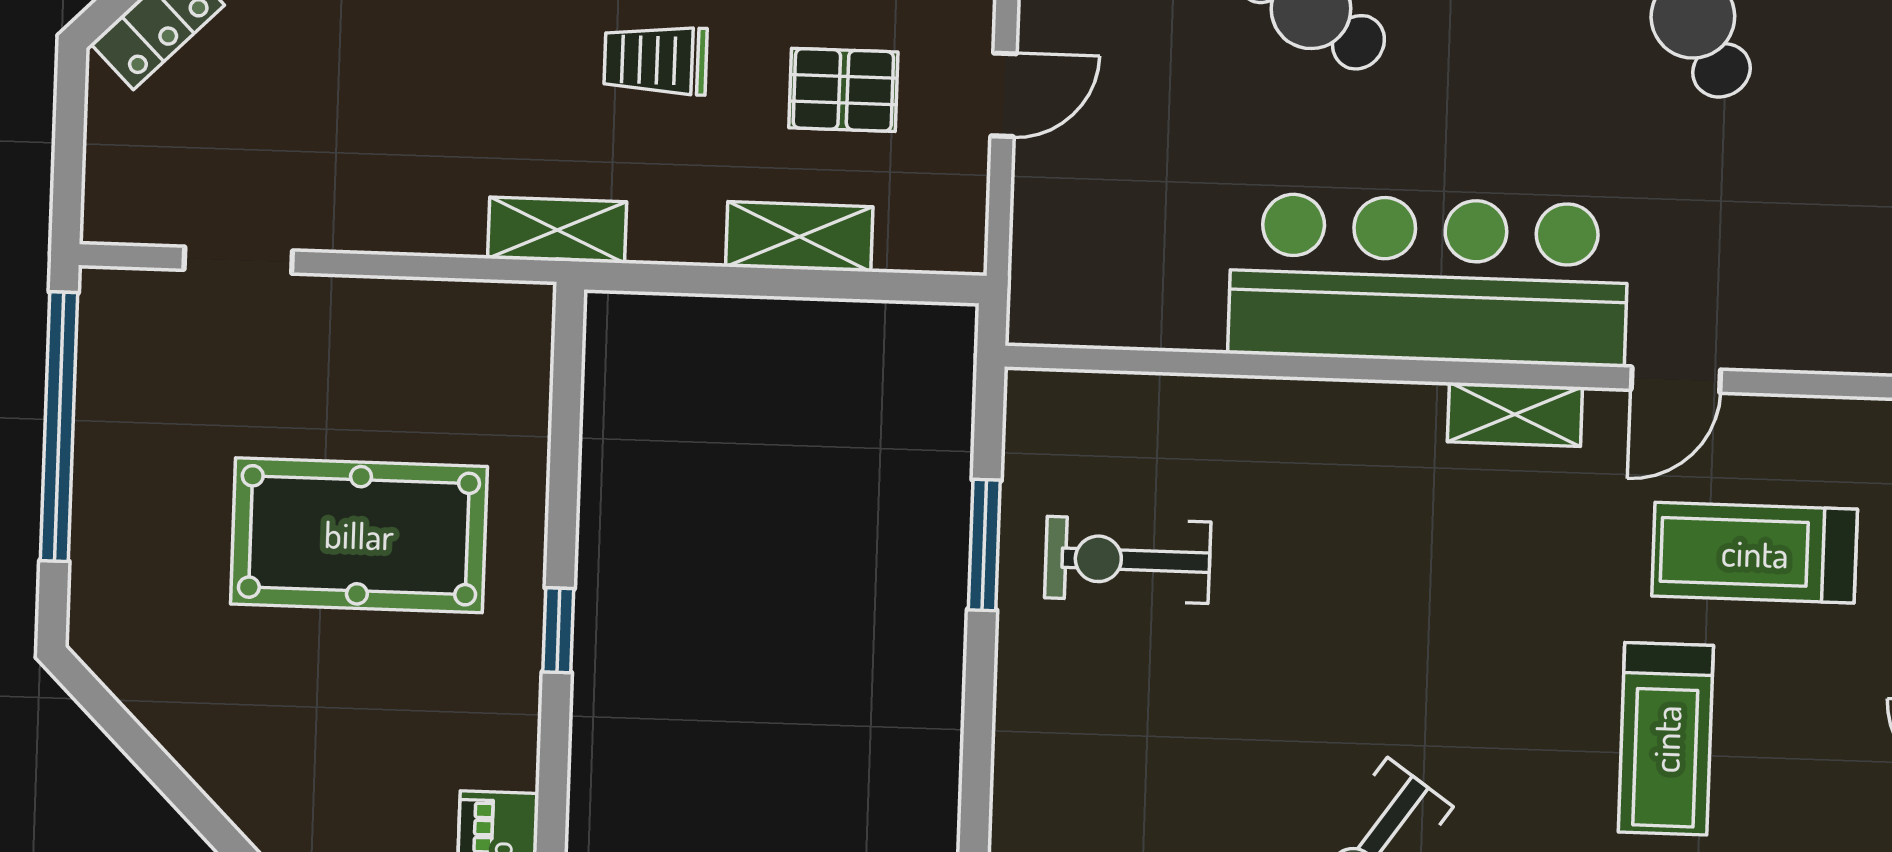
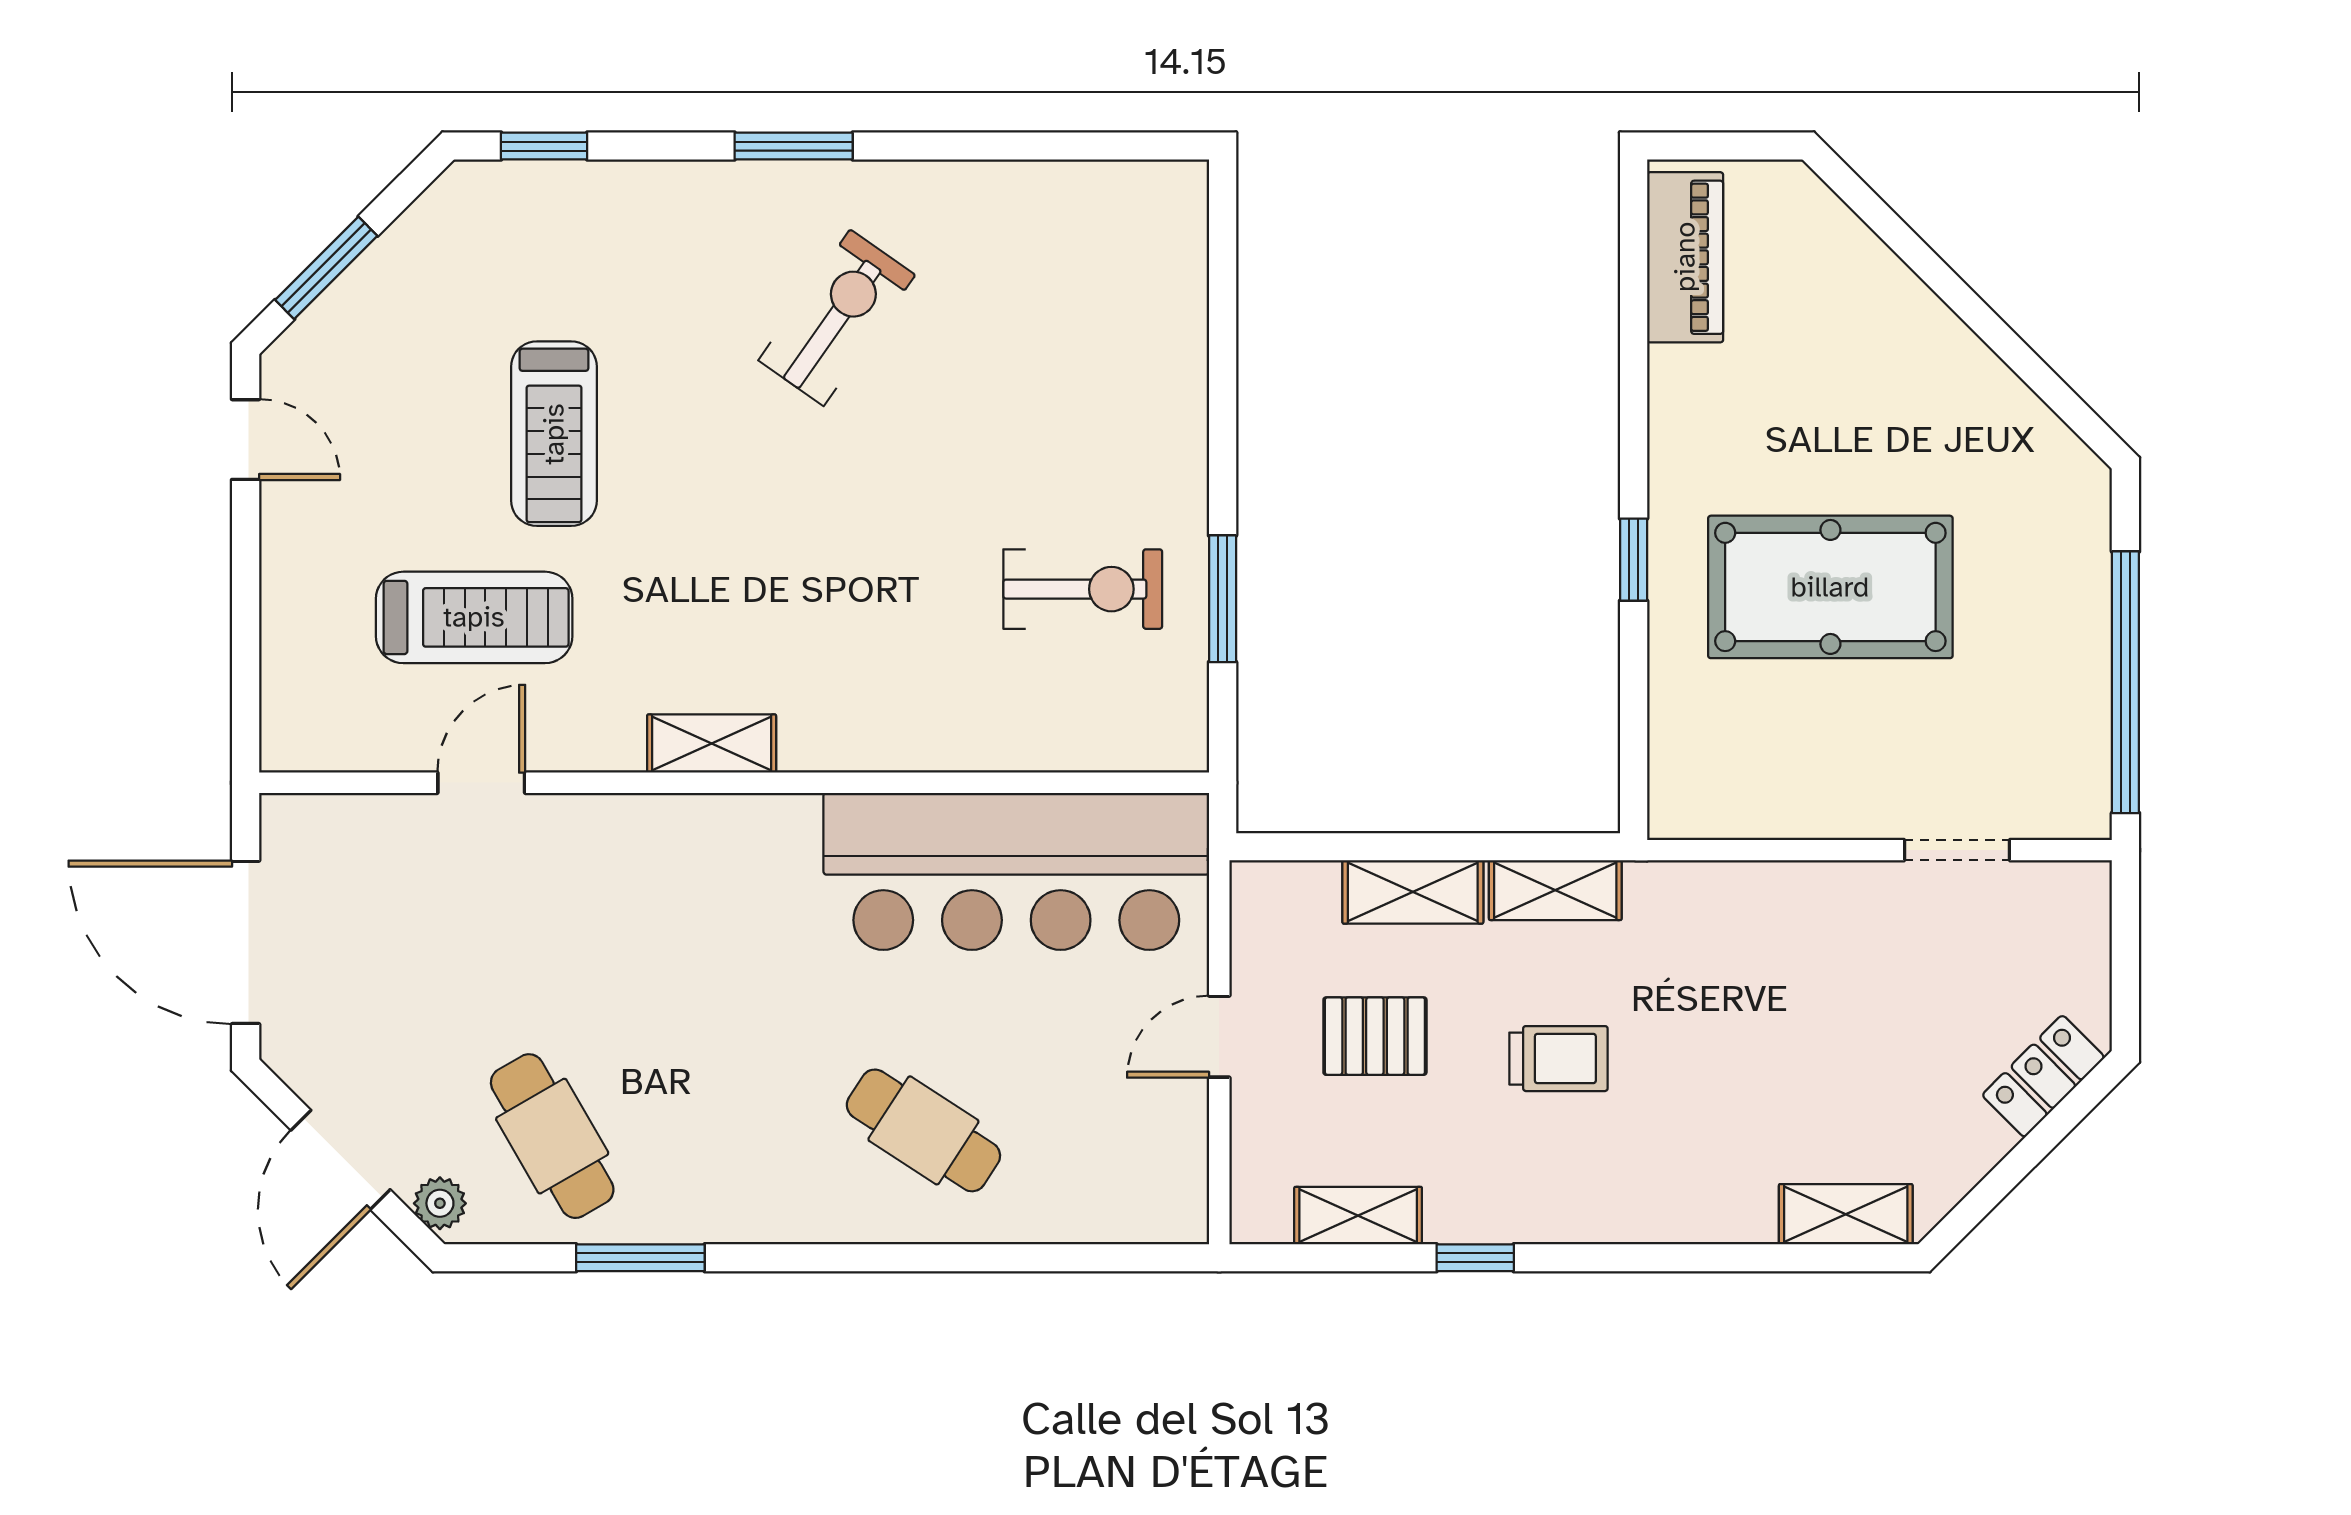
shelving: (557, 230) -> (1555, 890), moved
bar counter: (1429, 280) -> (1016, 871), moved
door: (1676, 380) -> (481, 783), moved
window: (558, 630) -> (1634, 560), moved
treadmill: (1666, 739) -> (554, 434), turned 180

